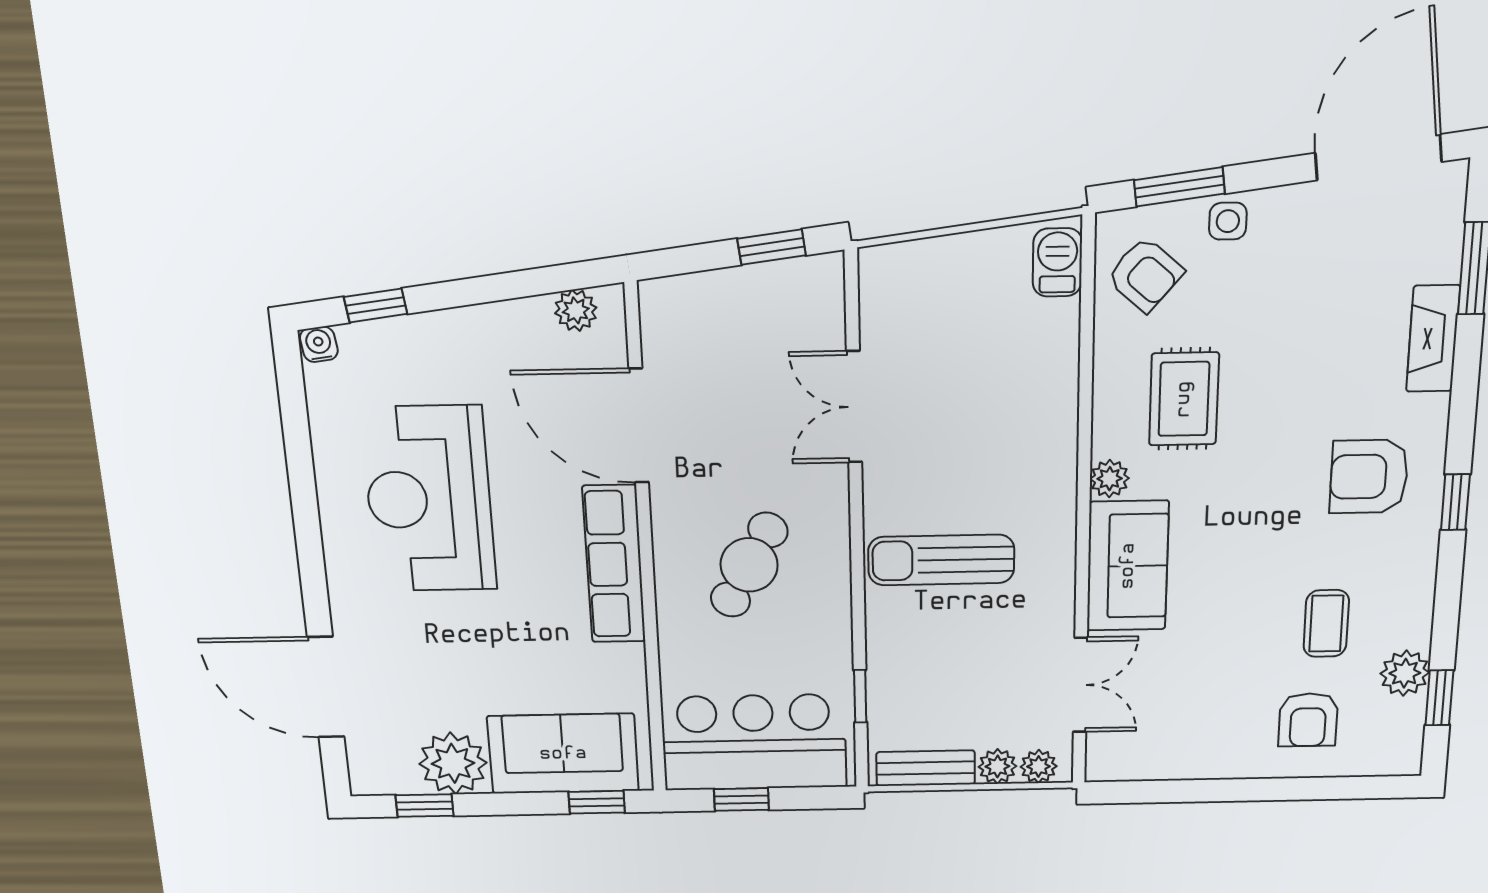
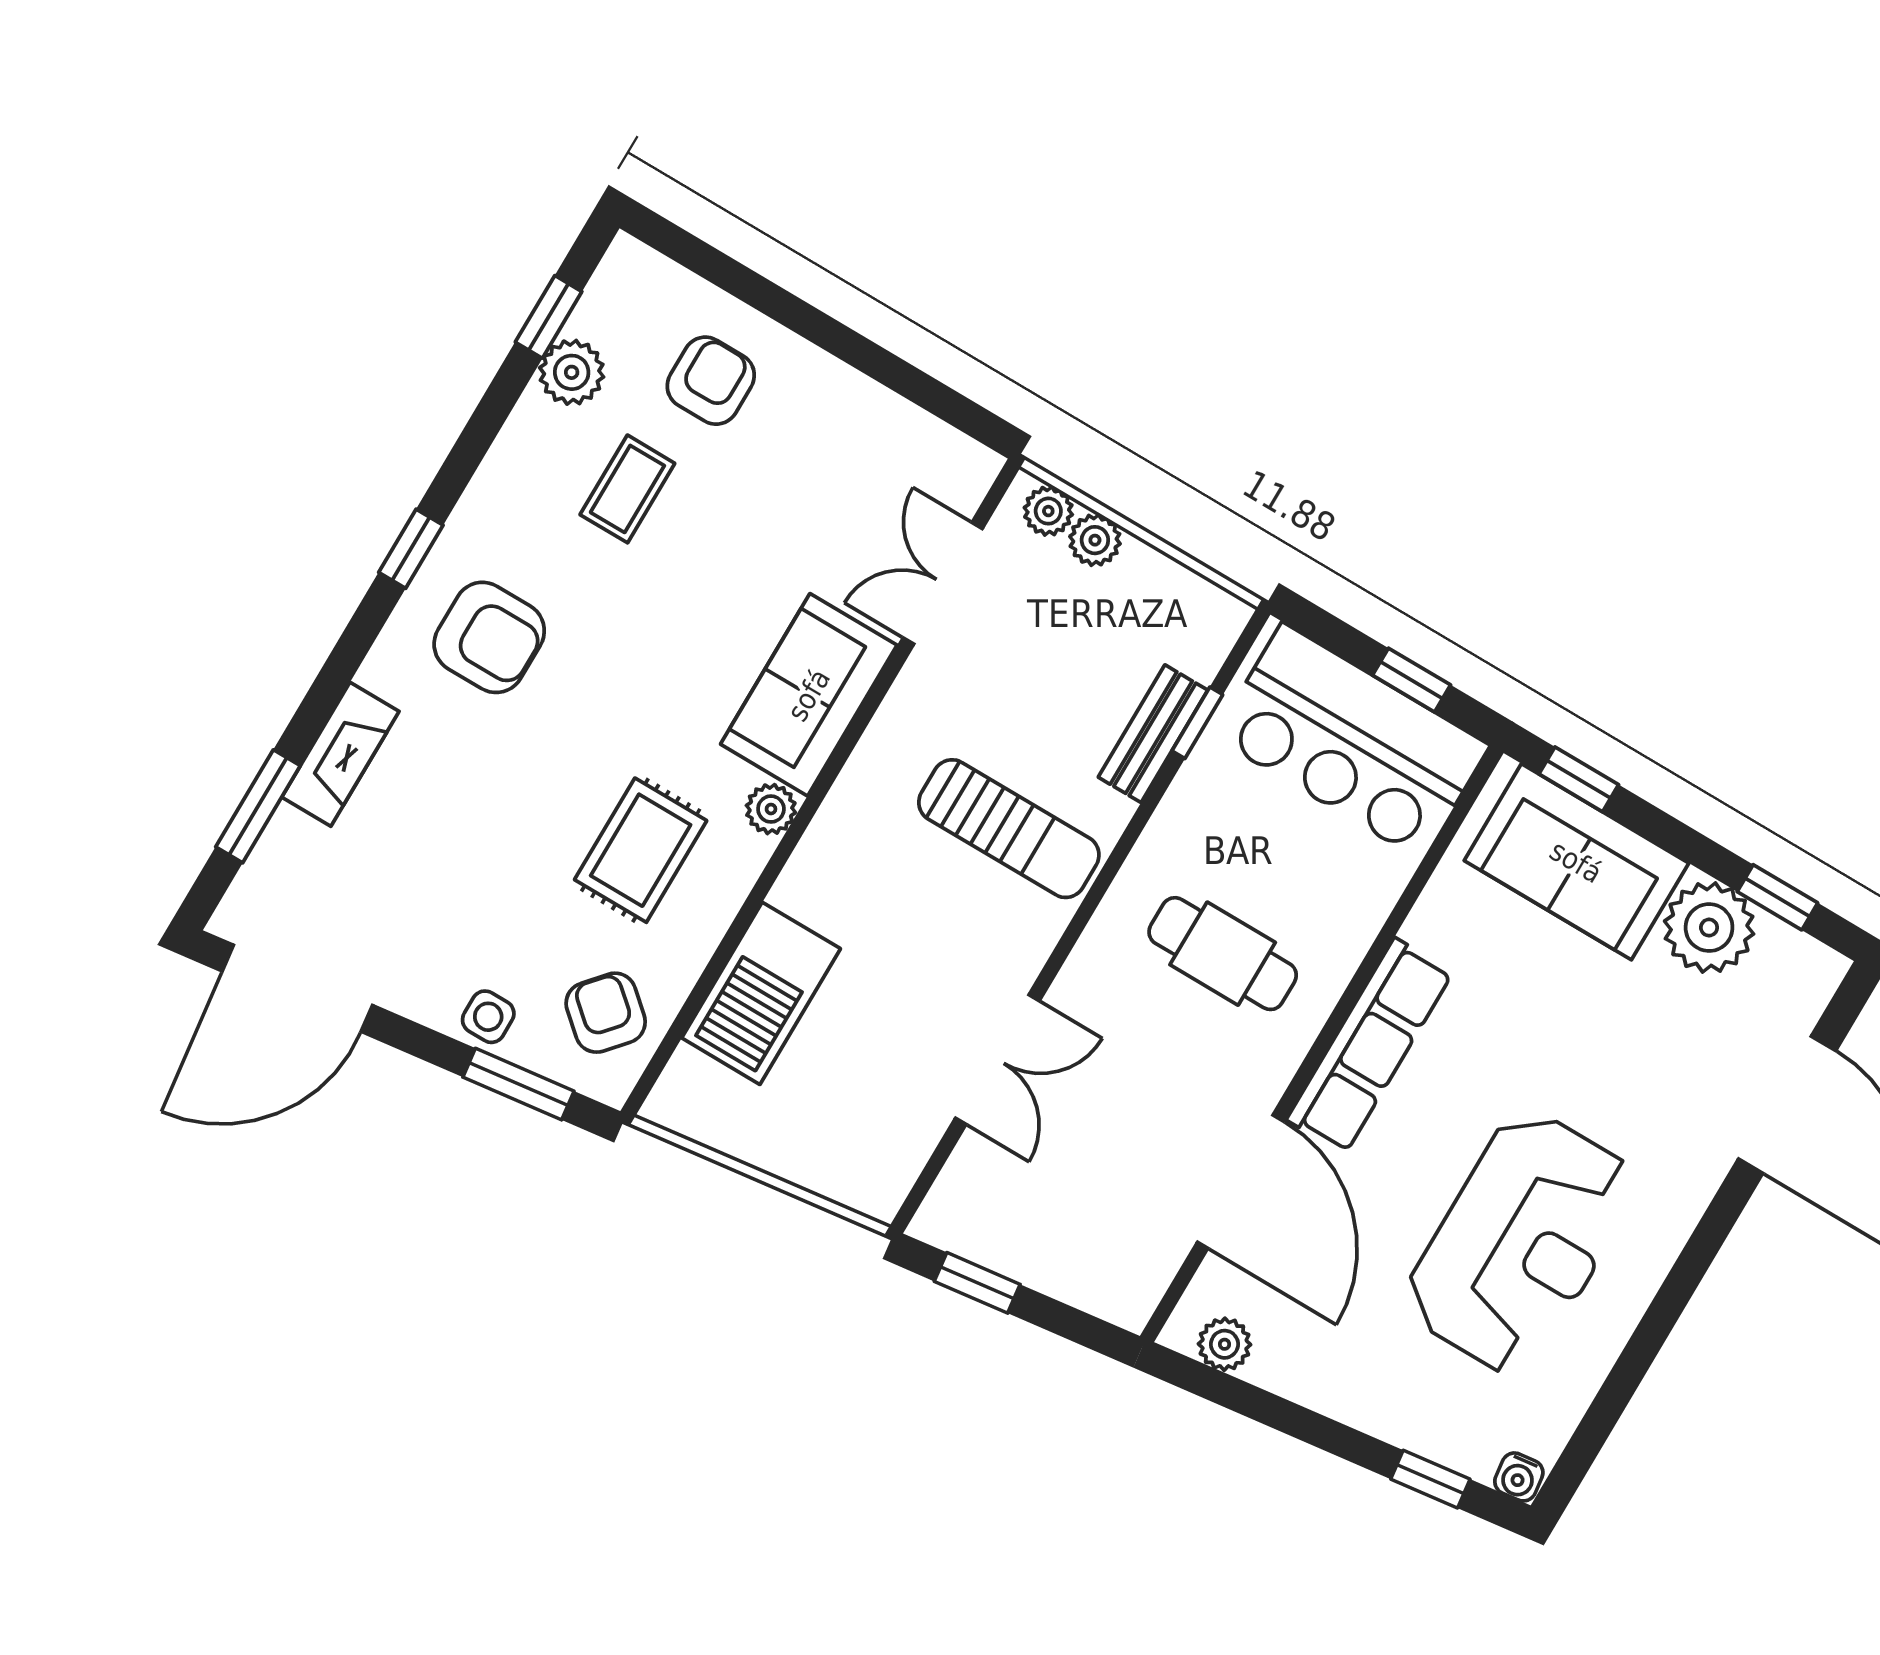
barbecue: (1057, 262) -> (761, 993), moved, width x1.88, depth x1.53
cafe table: (749, 565) -> (1223, 954), turned 61
bench: (926, 768) -> (1153, 734), moved, turned 90

